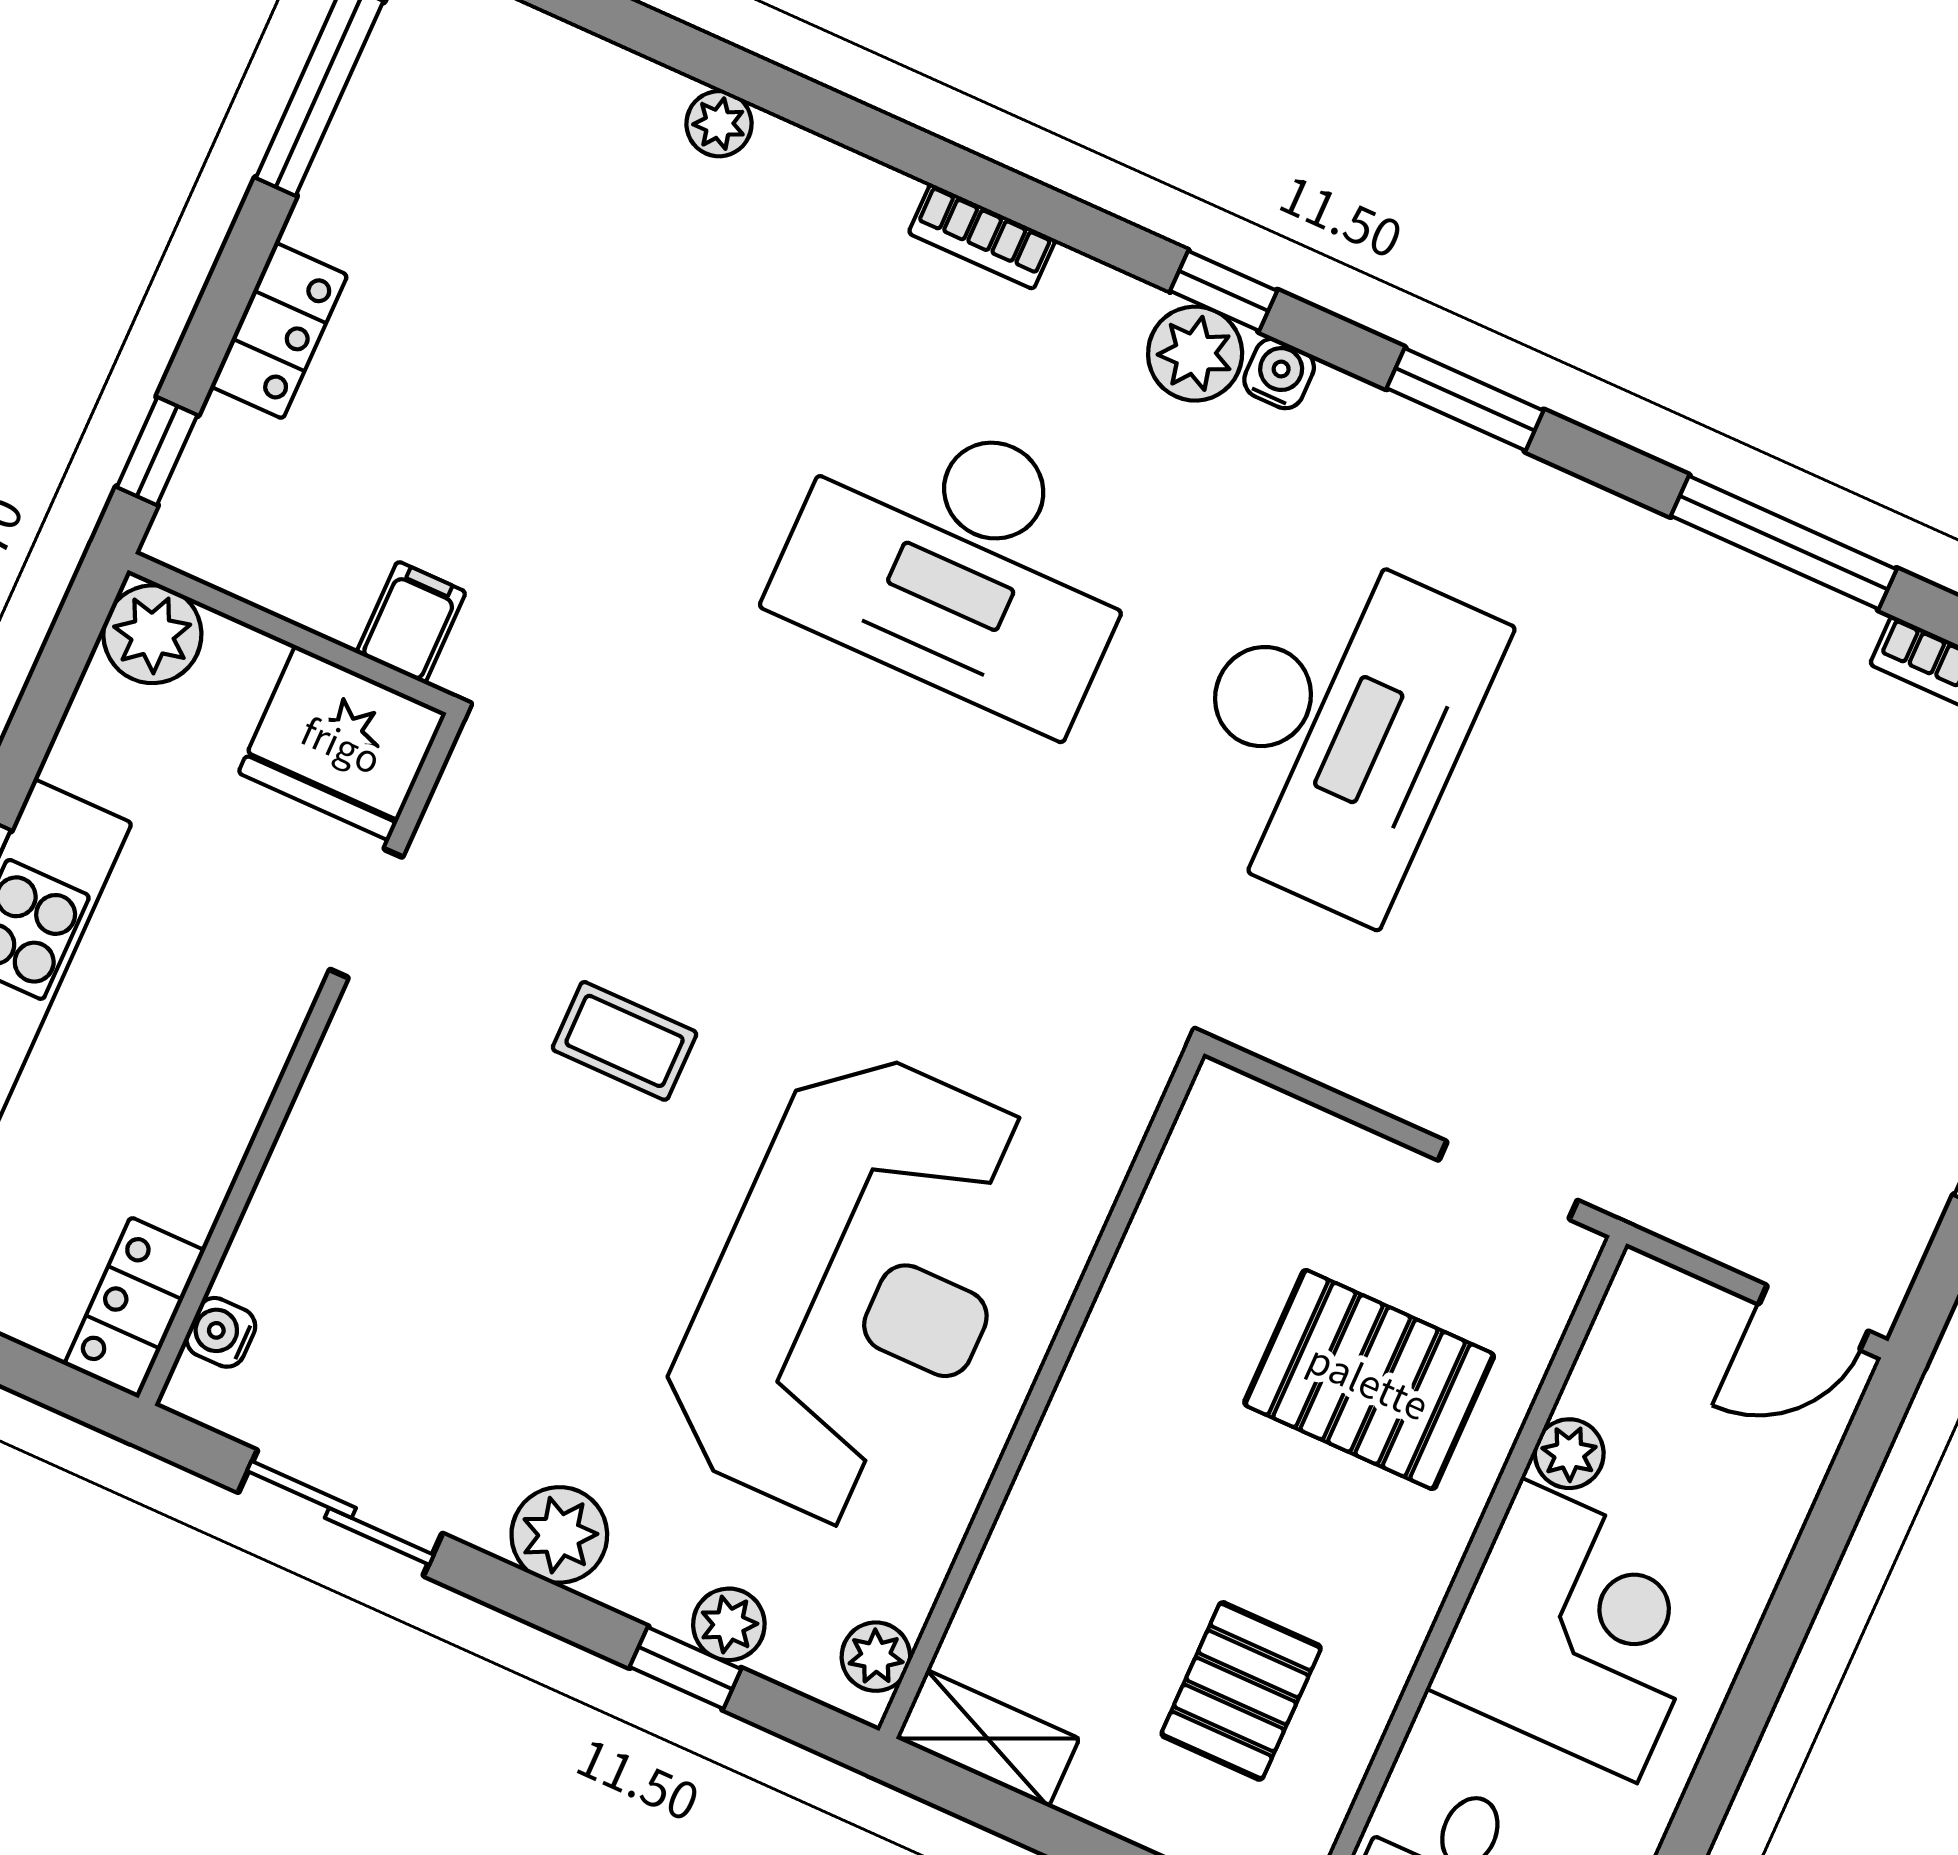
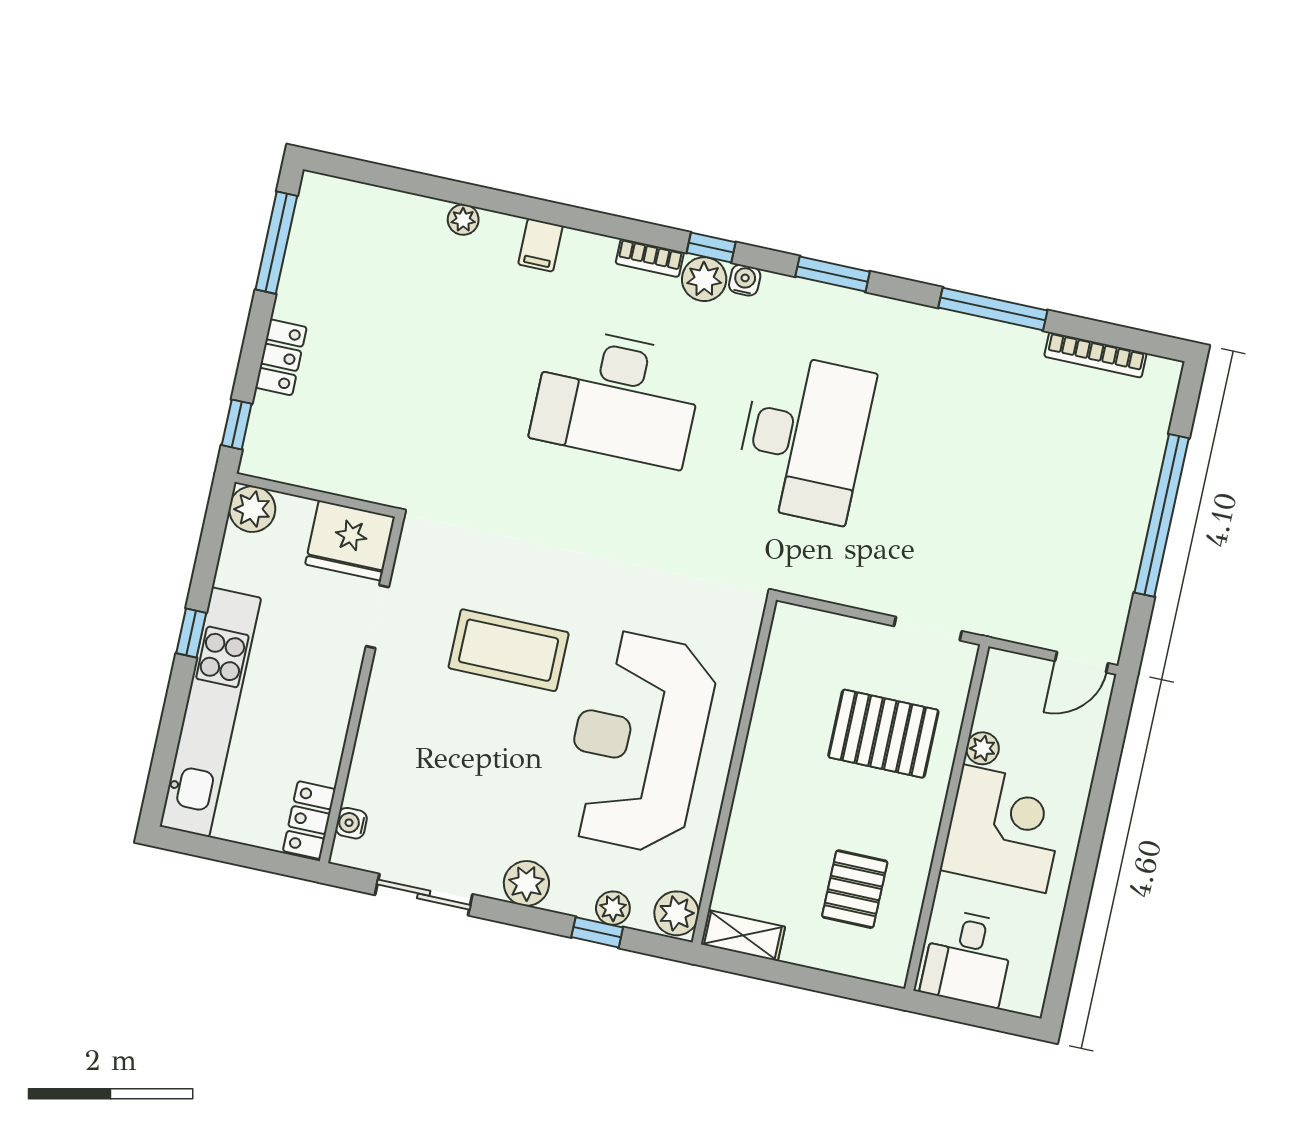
bookcase: (982, 236) -> (650, 258), moved
filing cabinet: (411, 622) -> (540, 245), moved, turned 180
coffee table: (625, 1041) -> (509, 650), width x1.86, depth x1.72
reception desk: (854, 1289) -> (638, 742), turned 180
plant: (876, 1657) -> (676, 913), width x1.38, depth x1.38

